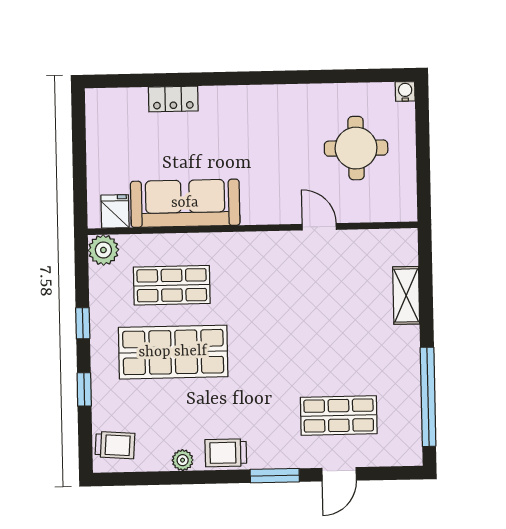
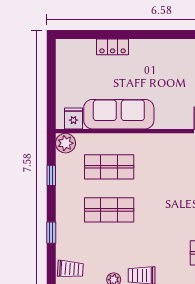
window: (83, 323) -> (51, 175), moved
shop shelf: (173, 352) -> (109, 210), width x0.70, depth x0.74

